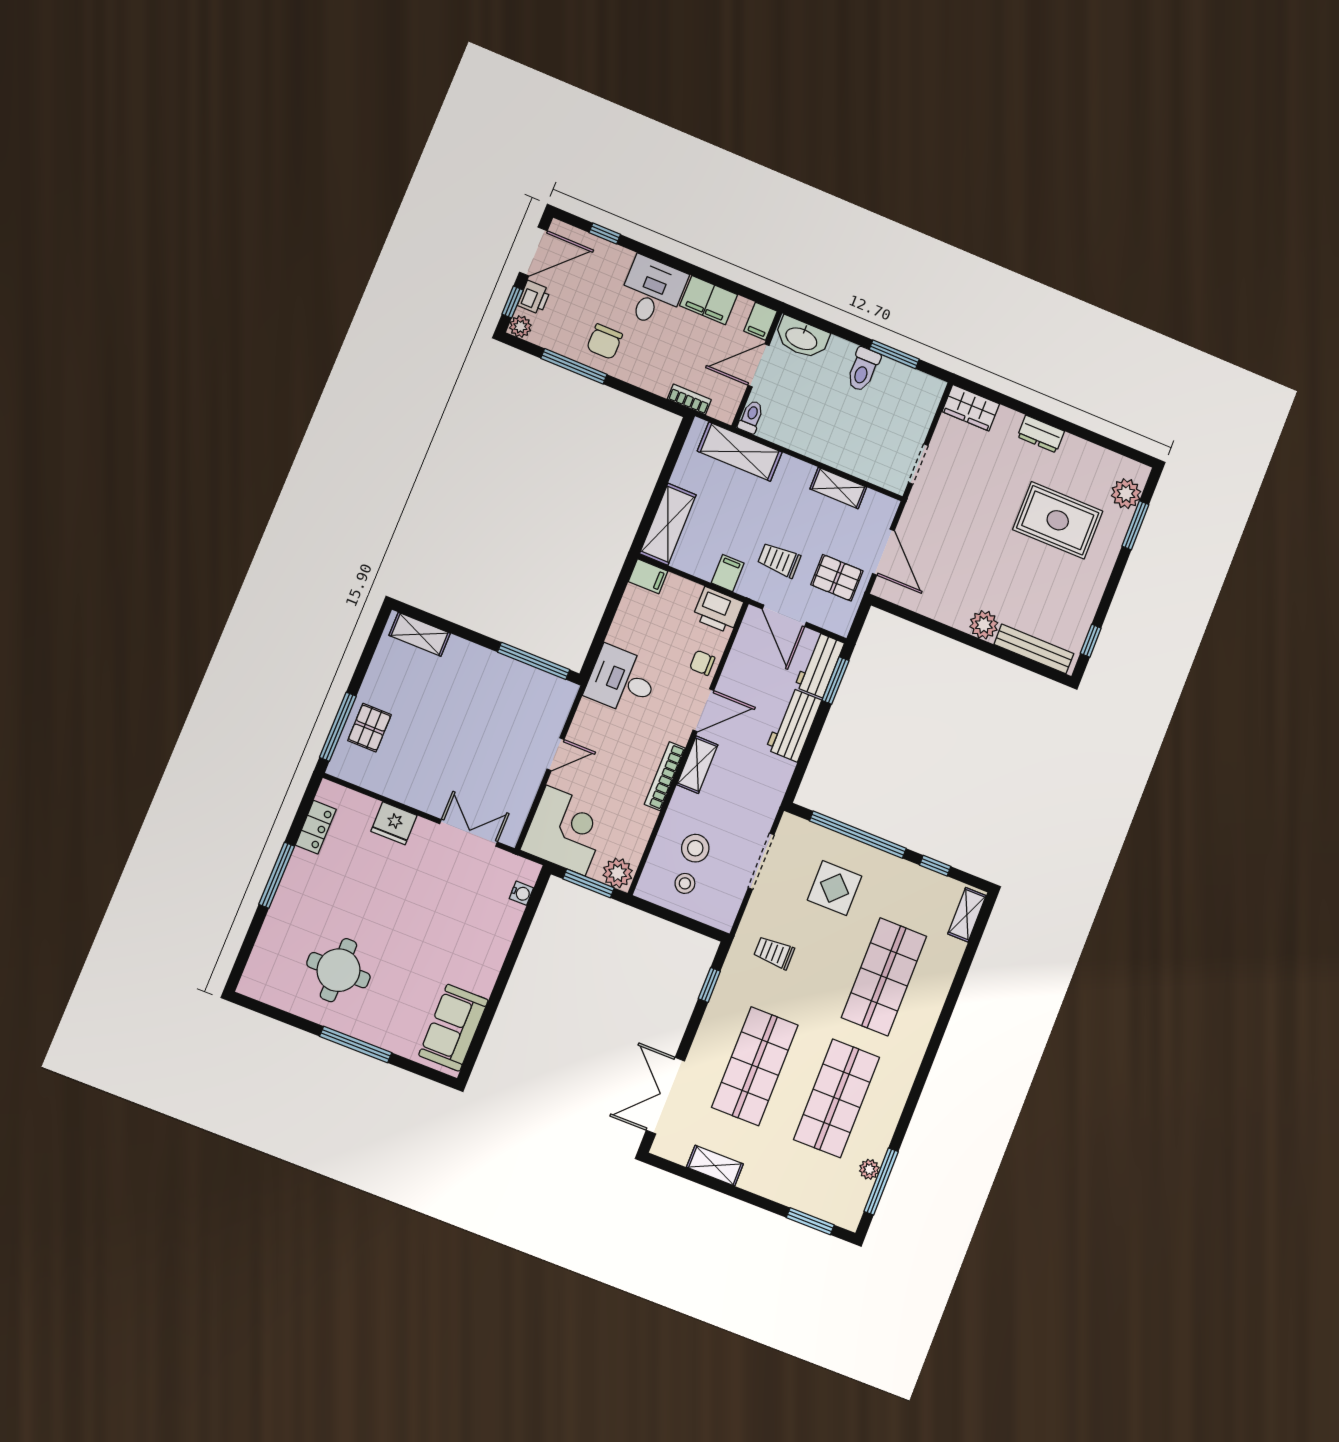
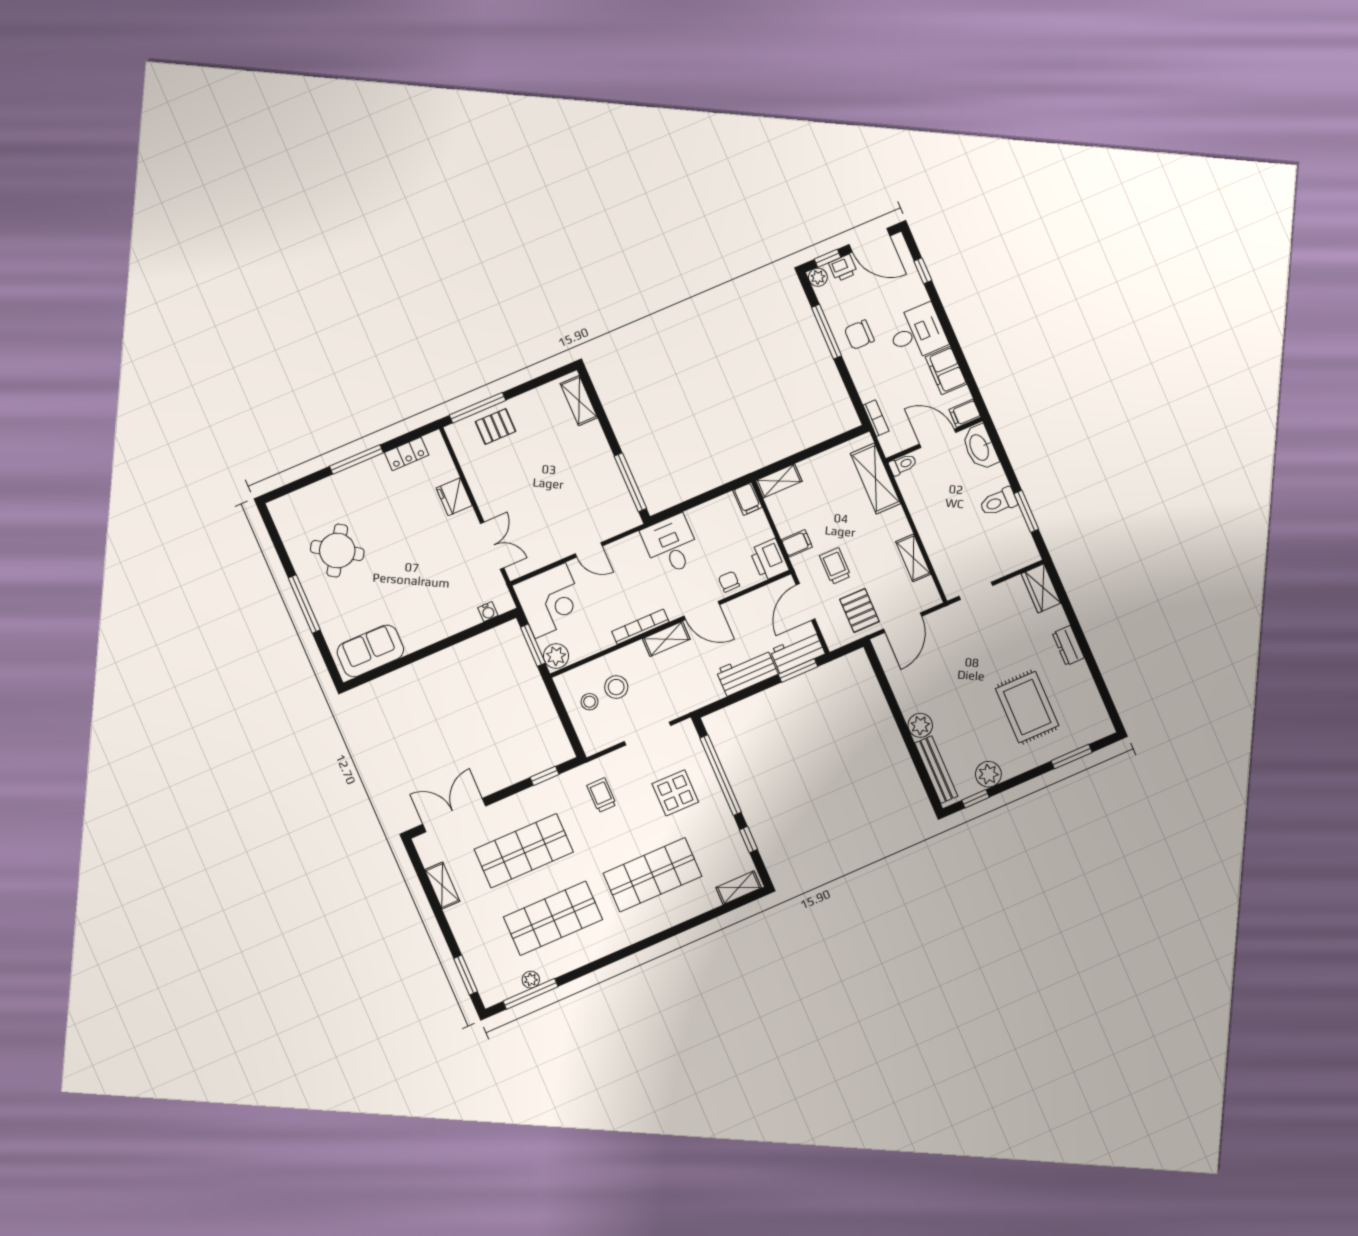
plant: (1126, 494) -> (988, 774), moved
shelving: (668, 524) -> (779, 481), width x0.67, depth x0.75
round table: (338, 970) -> (337, 551), turned 33

